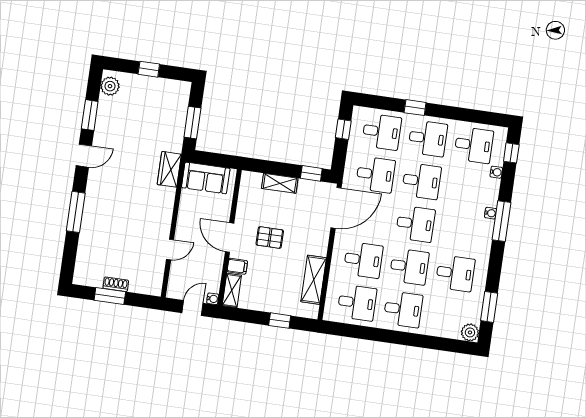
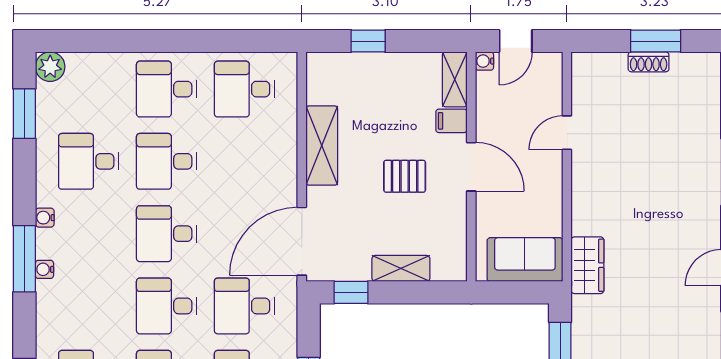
water cooler: (496, 172) -> (45, 218), moved
desk: (363, 260) -> (244, 161), removed
shelving: (314, 280) -> (322, 146), moved

